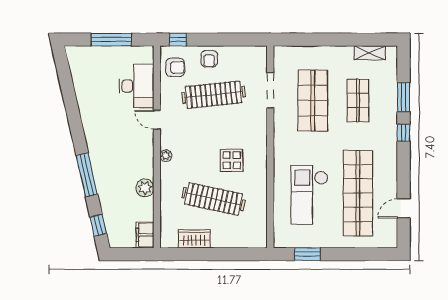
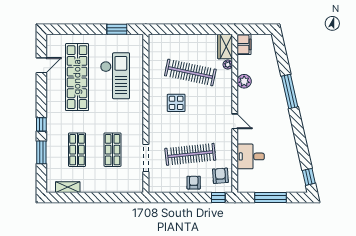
armchair: (175, 67) -> (220, 176), turned 86
desk: (137, 86) -> (251, 156), width x0.73
shop shelf: (313, 101) -> (112, 150), width x0.70, depth x0.74
door: (157, 120) -> (235, 121), moved
plant: (166, 156) -> (228, 65), moved
window: (98, 225) -> (309, 177), moved
wardrobe: (194, 239) -> (225, 47), moved, turned 90

